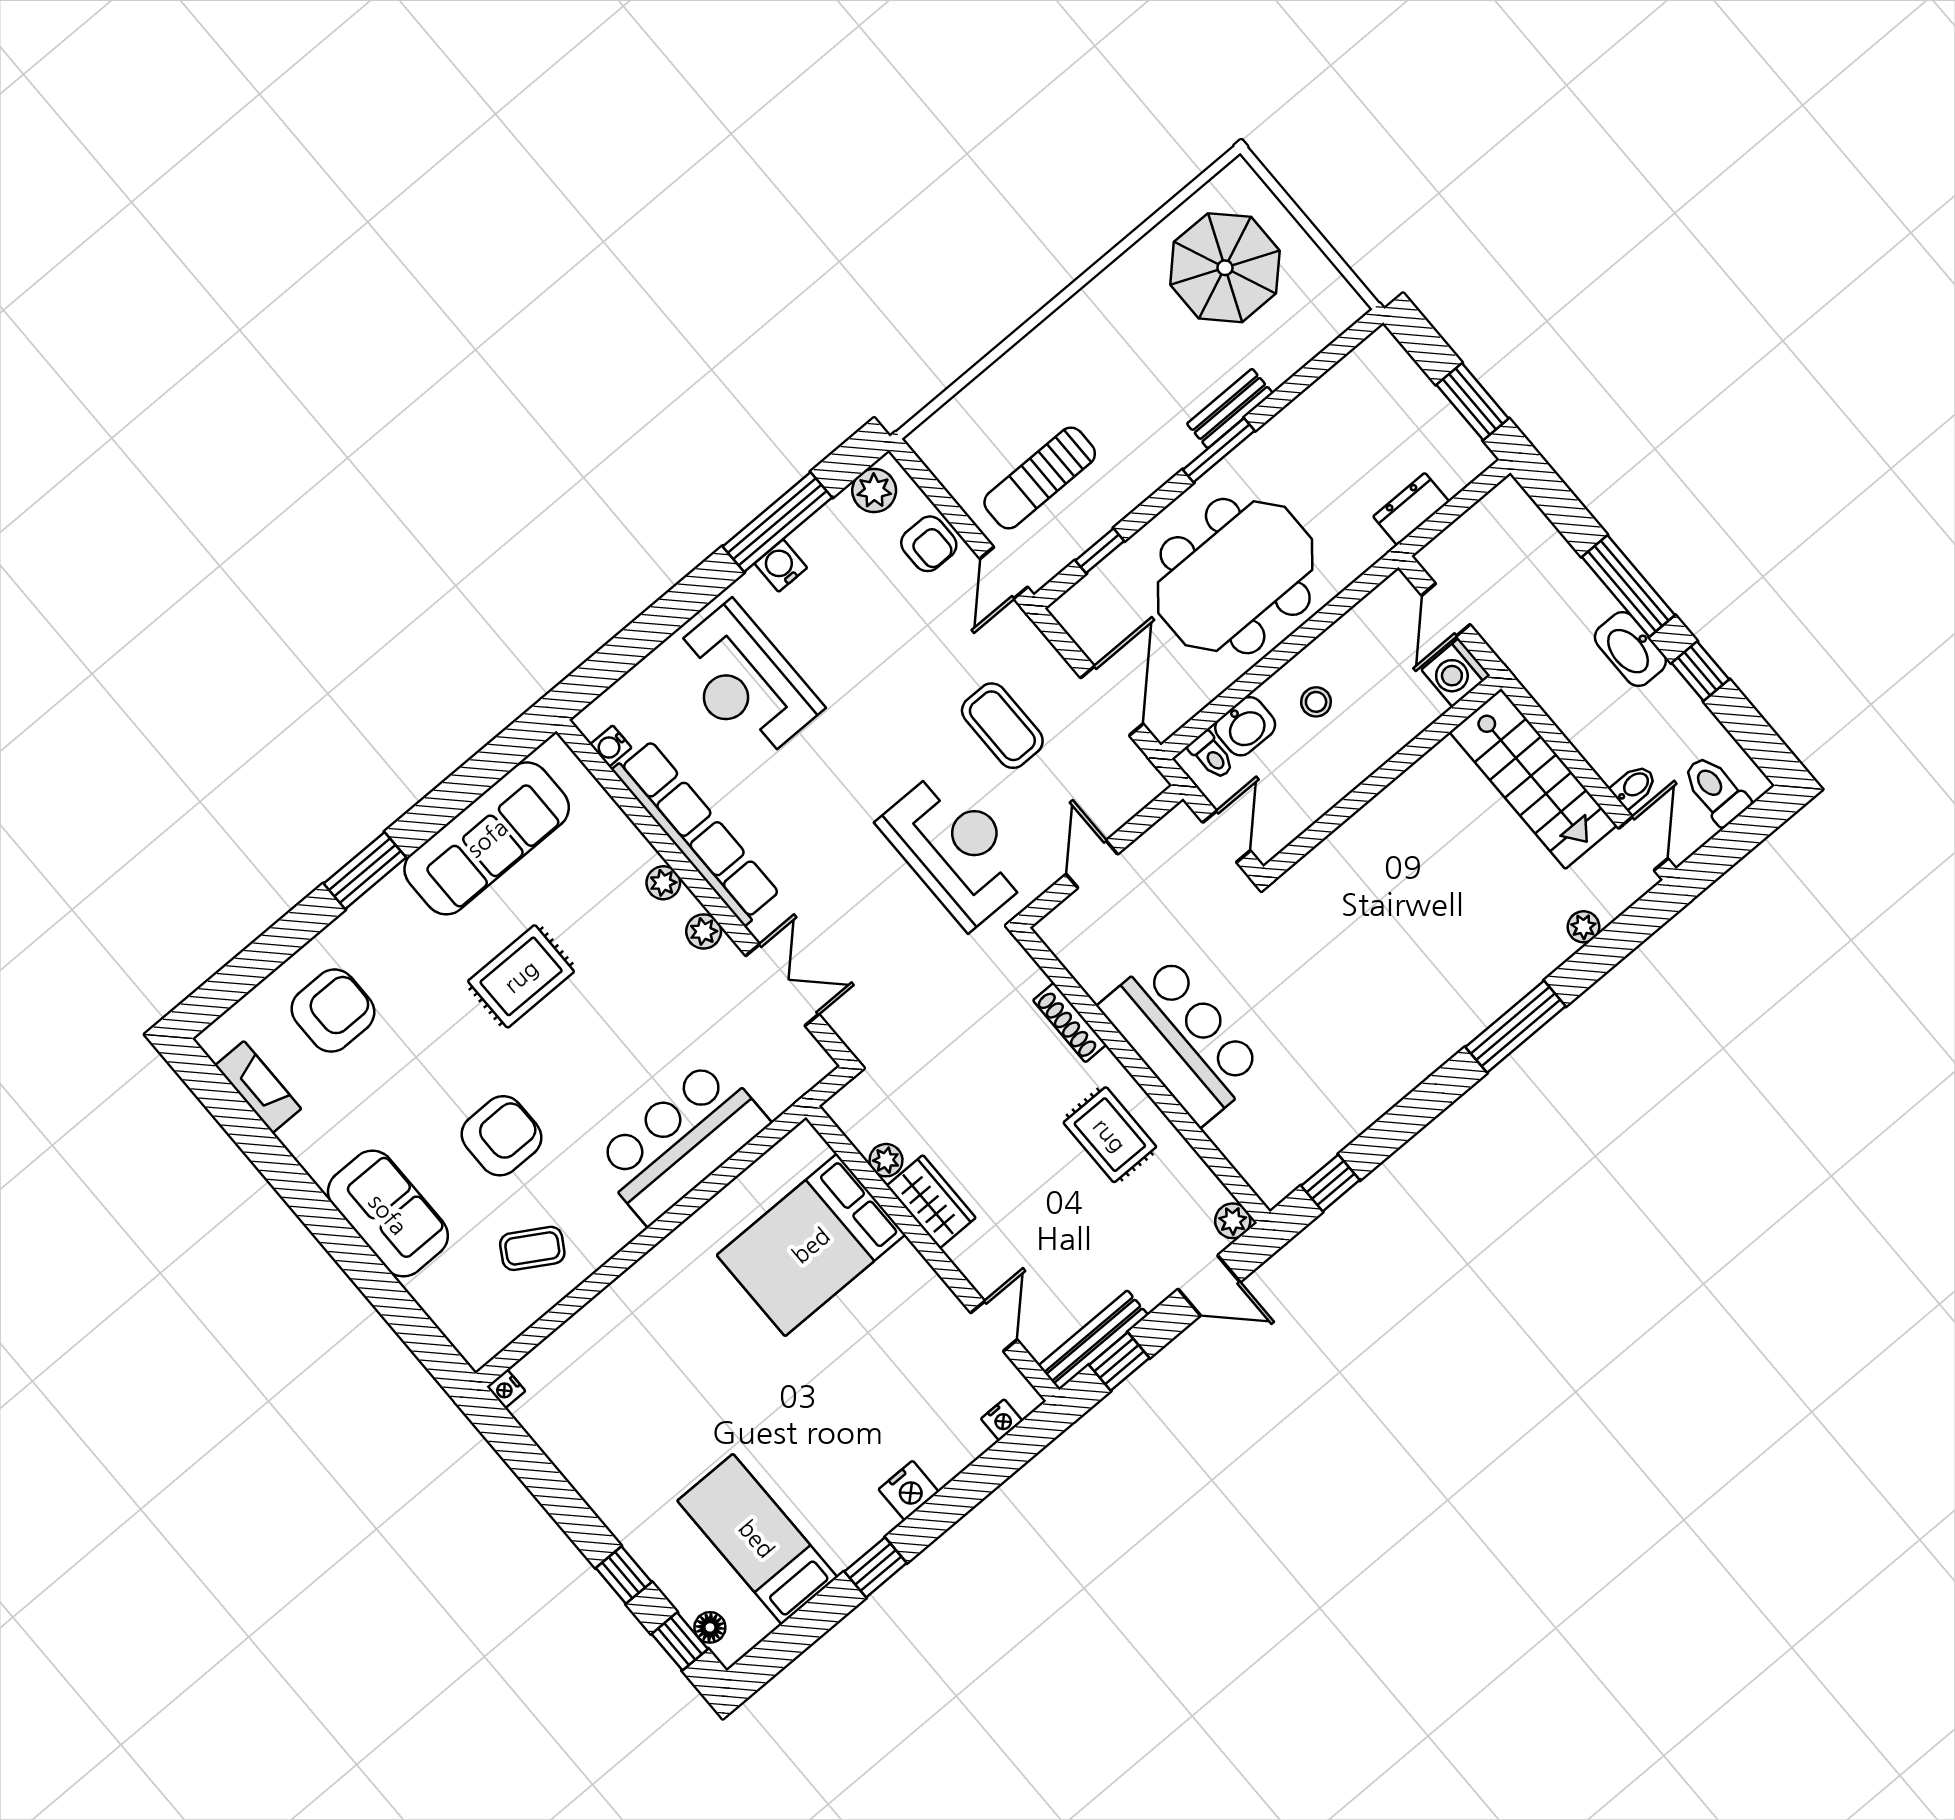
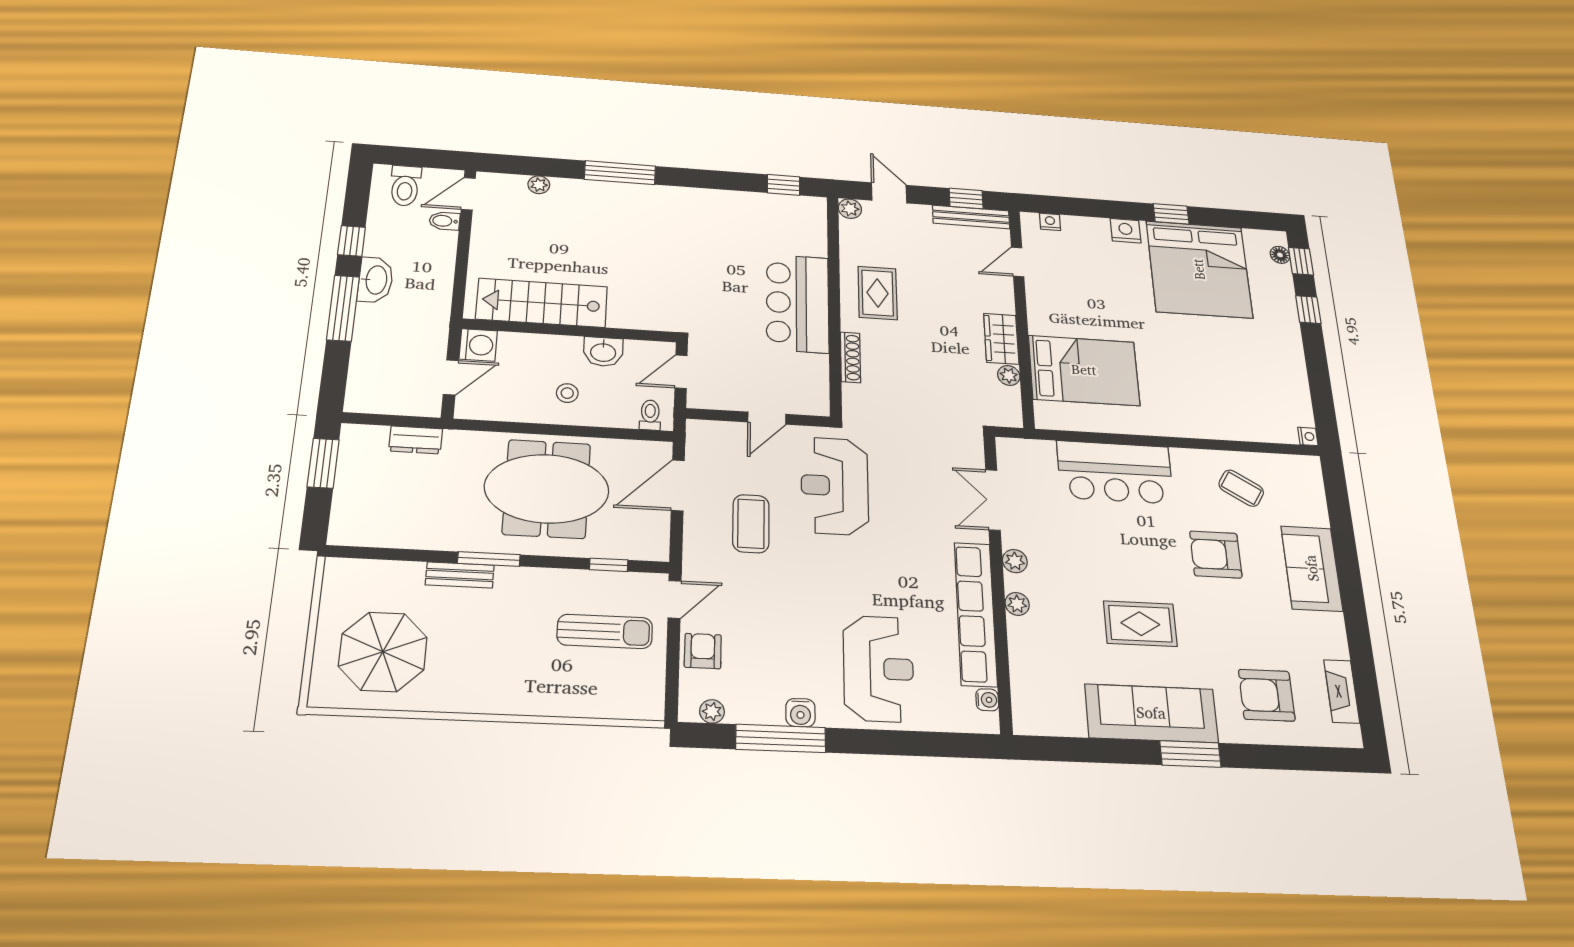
plant: (874, 491) -> (712, 711), width x0.73, depth x0.73
washbasin: (1245, 726) -> (603, 352), moved, turned 180
stairs: (1533, 779) -> (542, 303), moved, turned -90
sofa: (487, 838) -> (1151, 713), moved
bed: (757, 1539) -> (1199, 269), width x2.04

